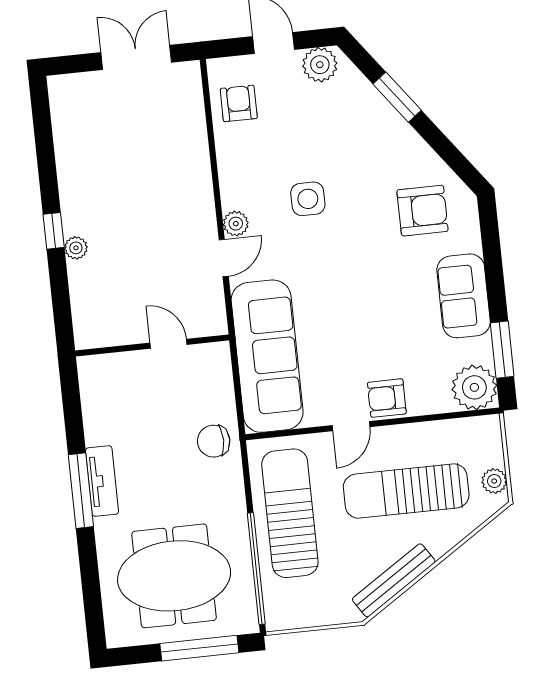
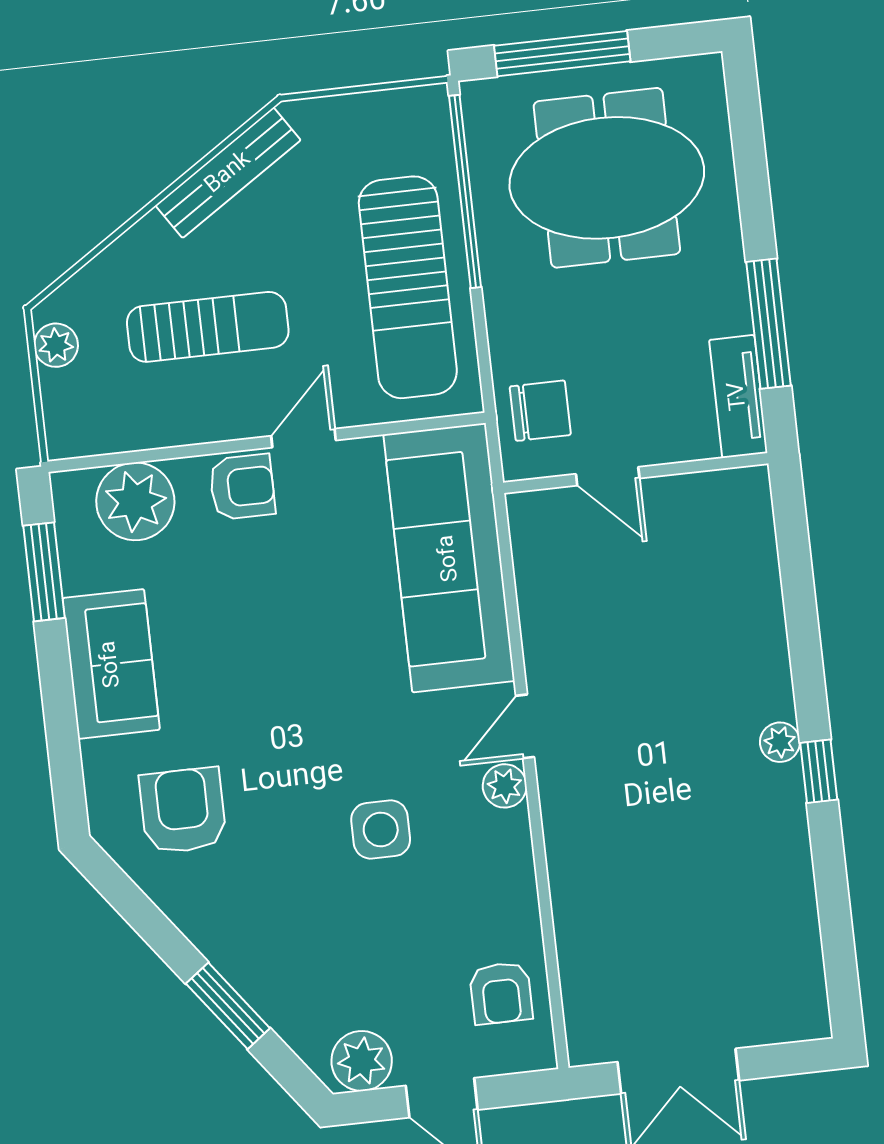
armchair: (423, 211) -> (183, 811), turned 90
door: (169, 344) -> (608, 476), moved
wall: (152, 345) -> (636, 473), moved
plant: (474, 387) -> (135, 501), moved
tv unit: (102, 481) -> (738, 396), moved
sun lounger: (406, 491) -> (208, 327), width x0.73, depth x0.75

